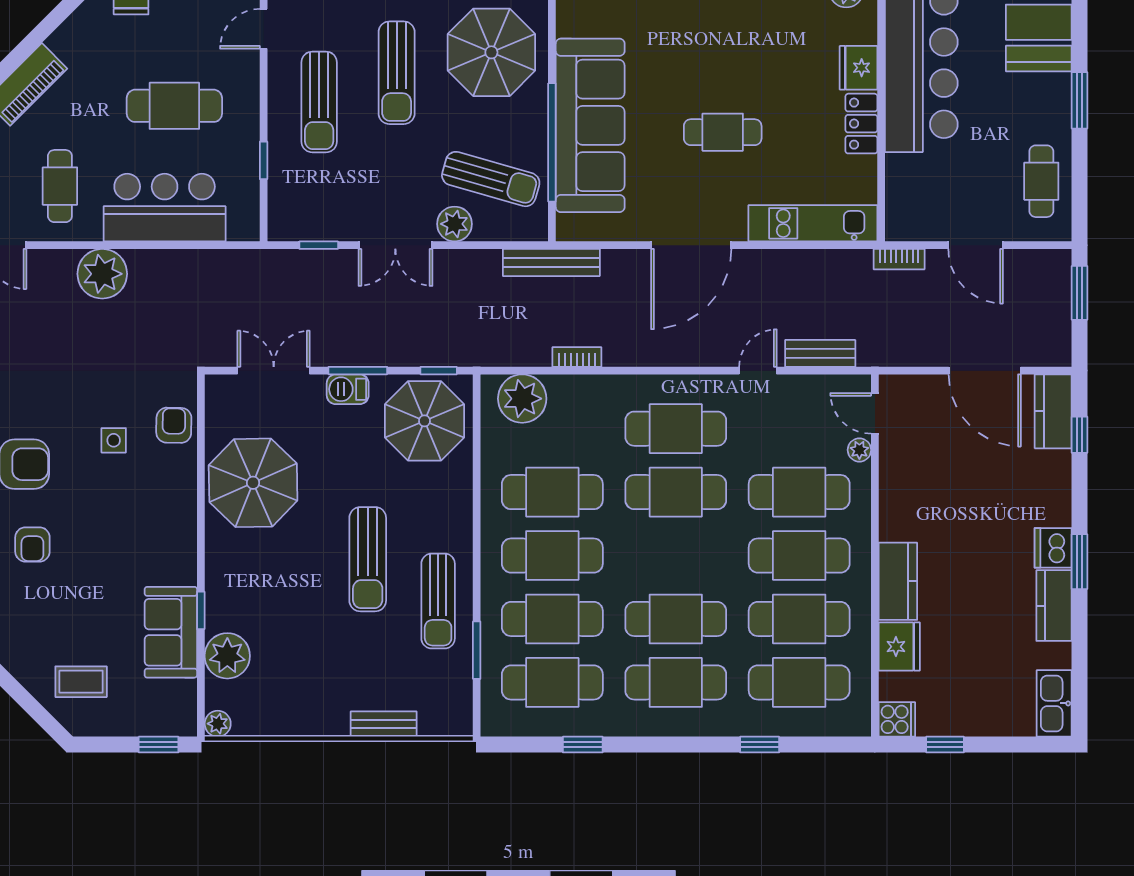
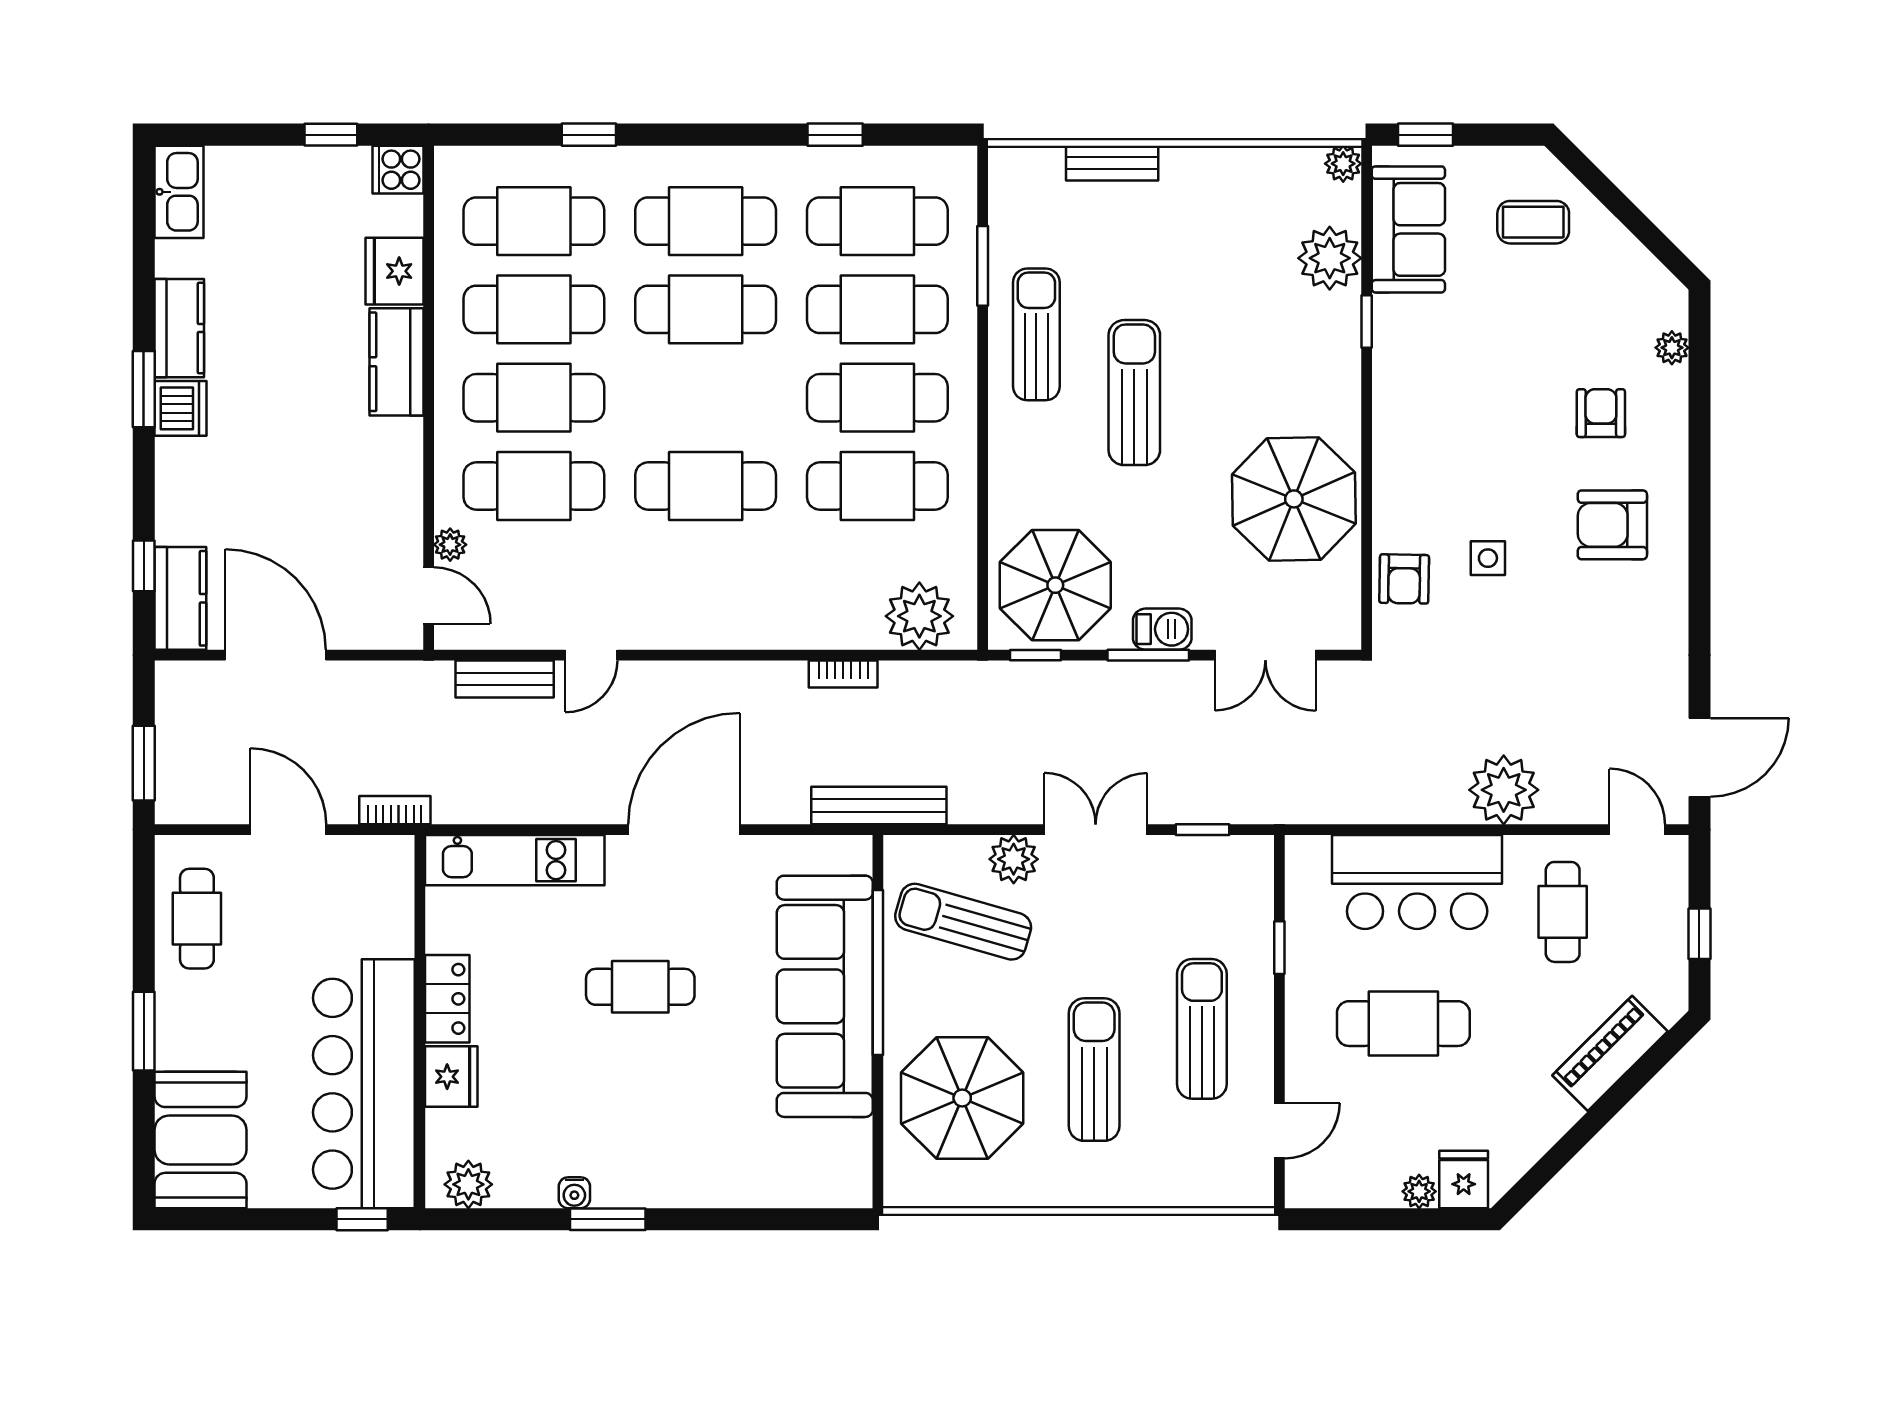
cafe table: (676, 429) -> (706, 574), removed
sofa: (171, 632) -> (1408, 229), moved

